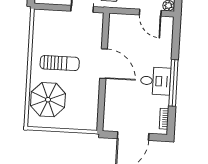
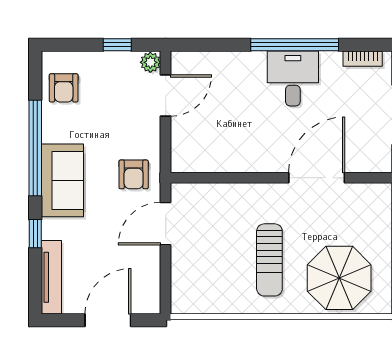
sun lounger: (60, 63) -> (269, 260), turned 180
door: (104, 64) -> (317, 178), moved

